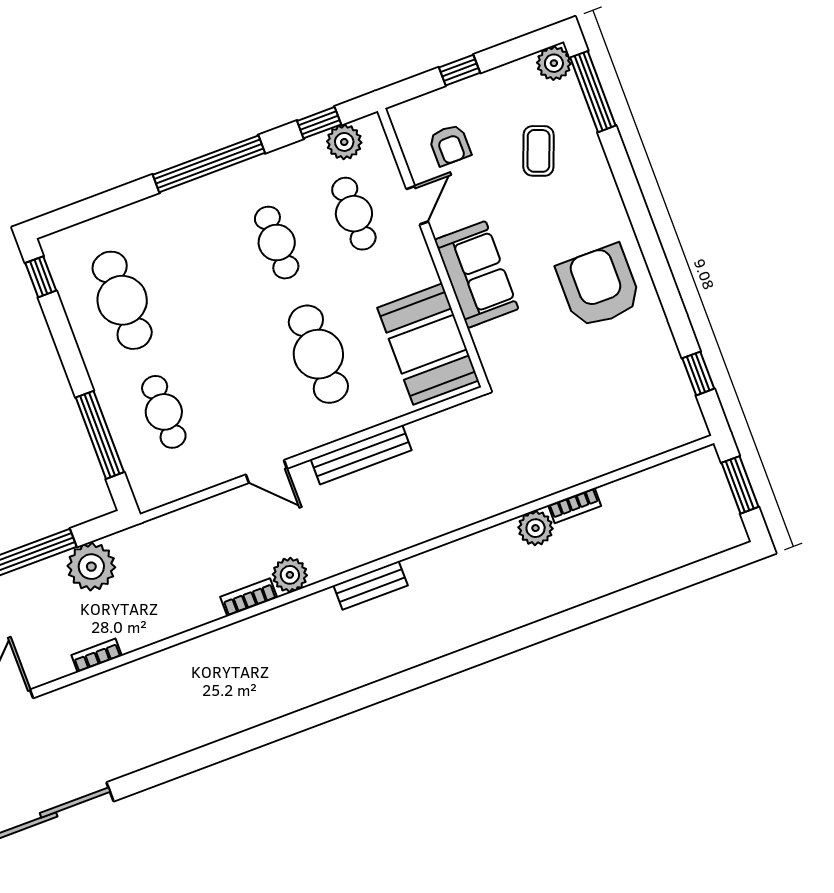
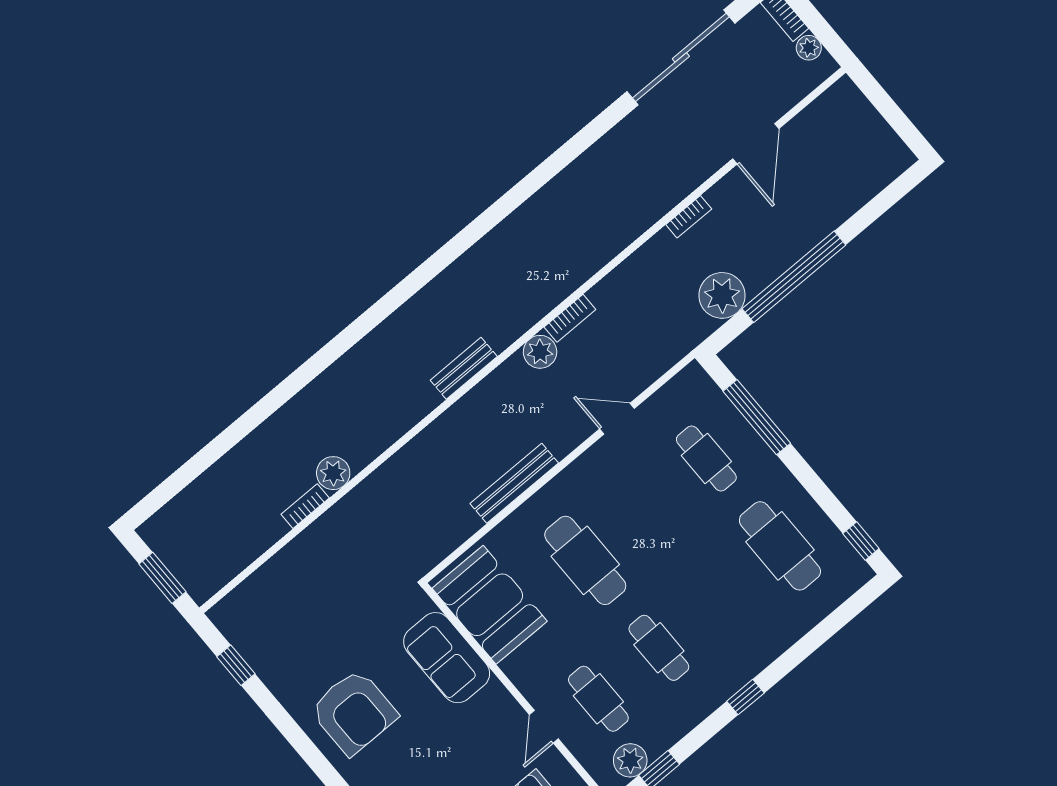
window: (209, 164) -> (745, 697), width x0.32
sofa: (476, 274) -> (447, 658), moved
door: (266, 472) -> (617, 419), moved

